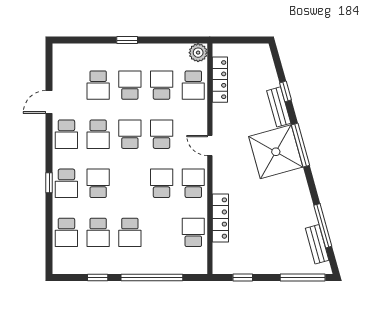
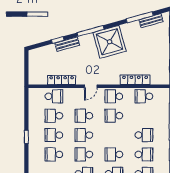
plant: (198, 53) -> (34, 93), removed
locker: (220, 80) -> (62, 80), moved
school desk: (98, 85) -> (54, 154), turned 180
school desk: (98, 134) -> (84, 154), turned 180
shower: (276, 152) -> (110, 42), moved

